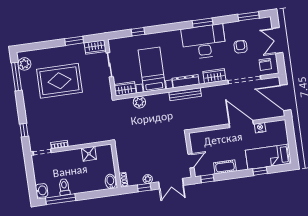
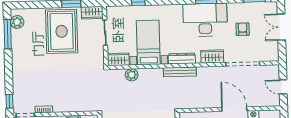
chair: (265, 64) -> (266, 50), removed
rug: (59, 81) -> (62, 31), moved, turned 90
door: (285, 98) -> (283, 87), width x0.53
window: (24, 130) -> (9, 101), moved

